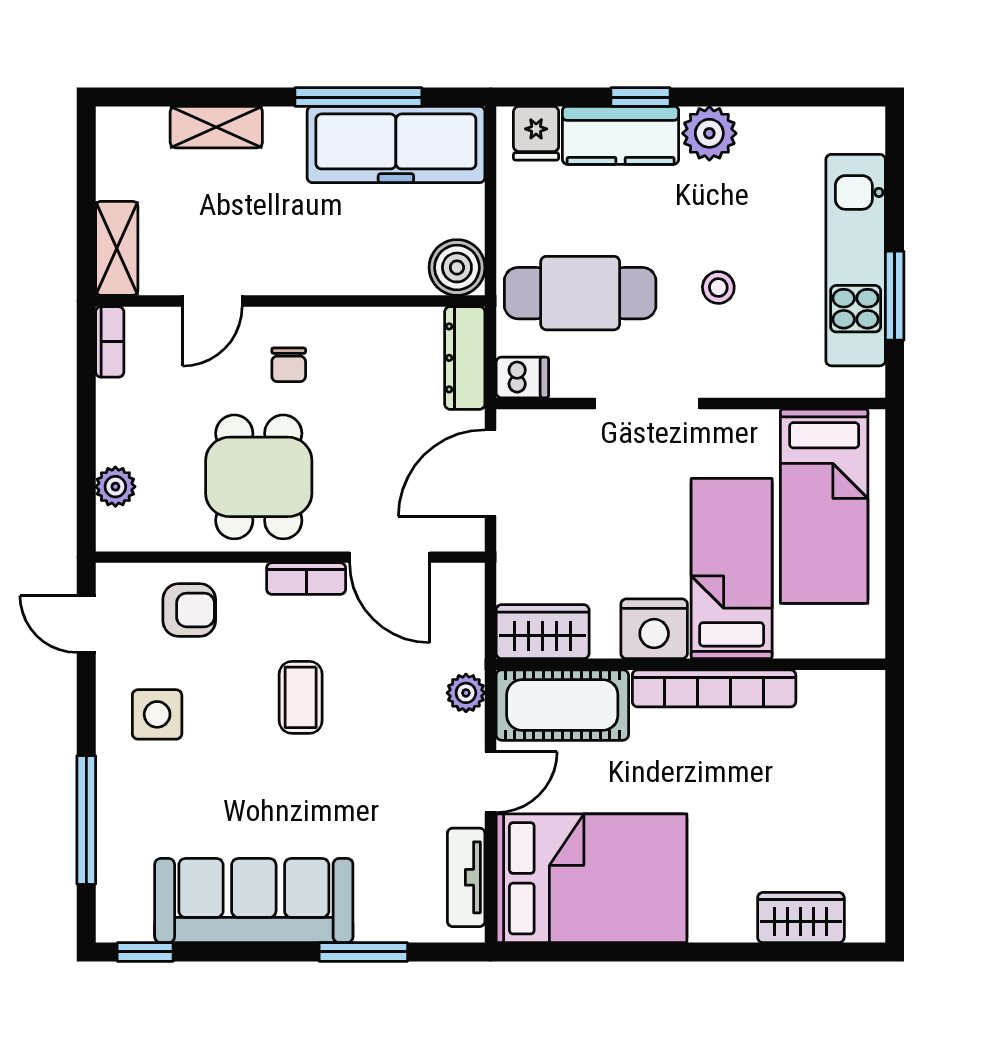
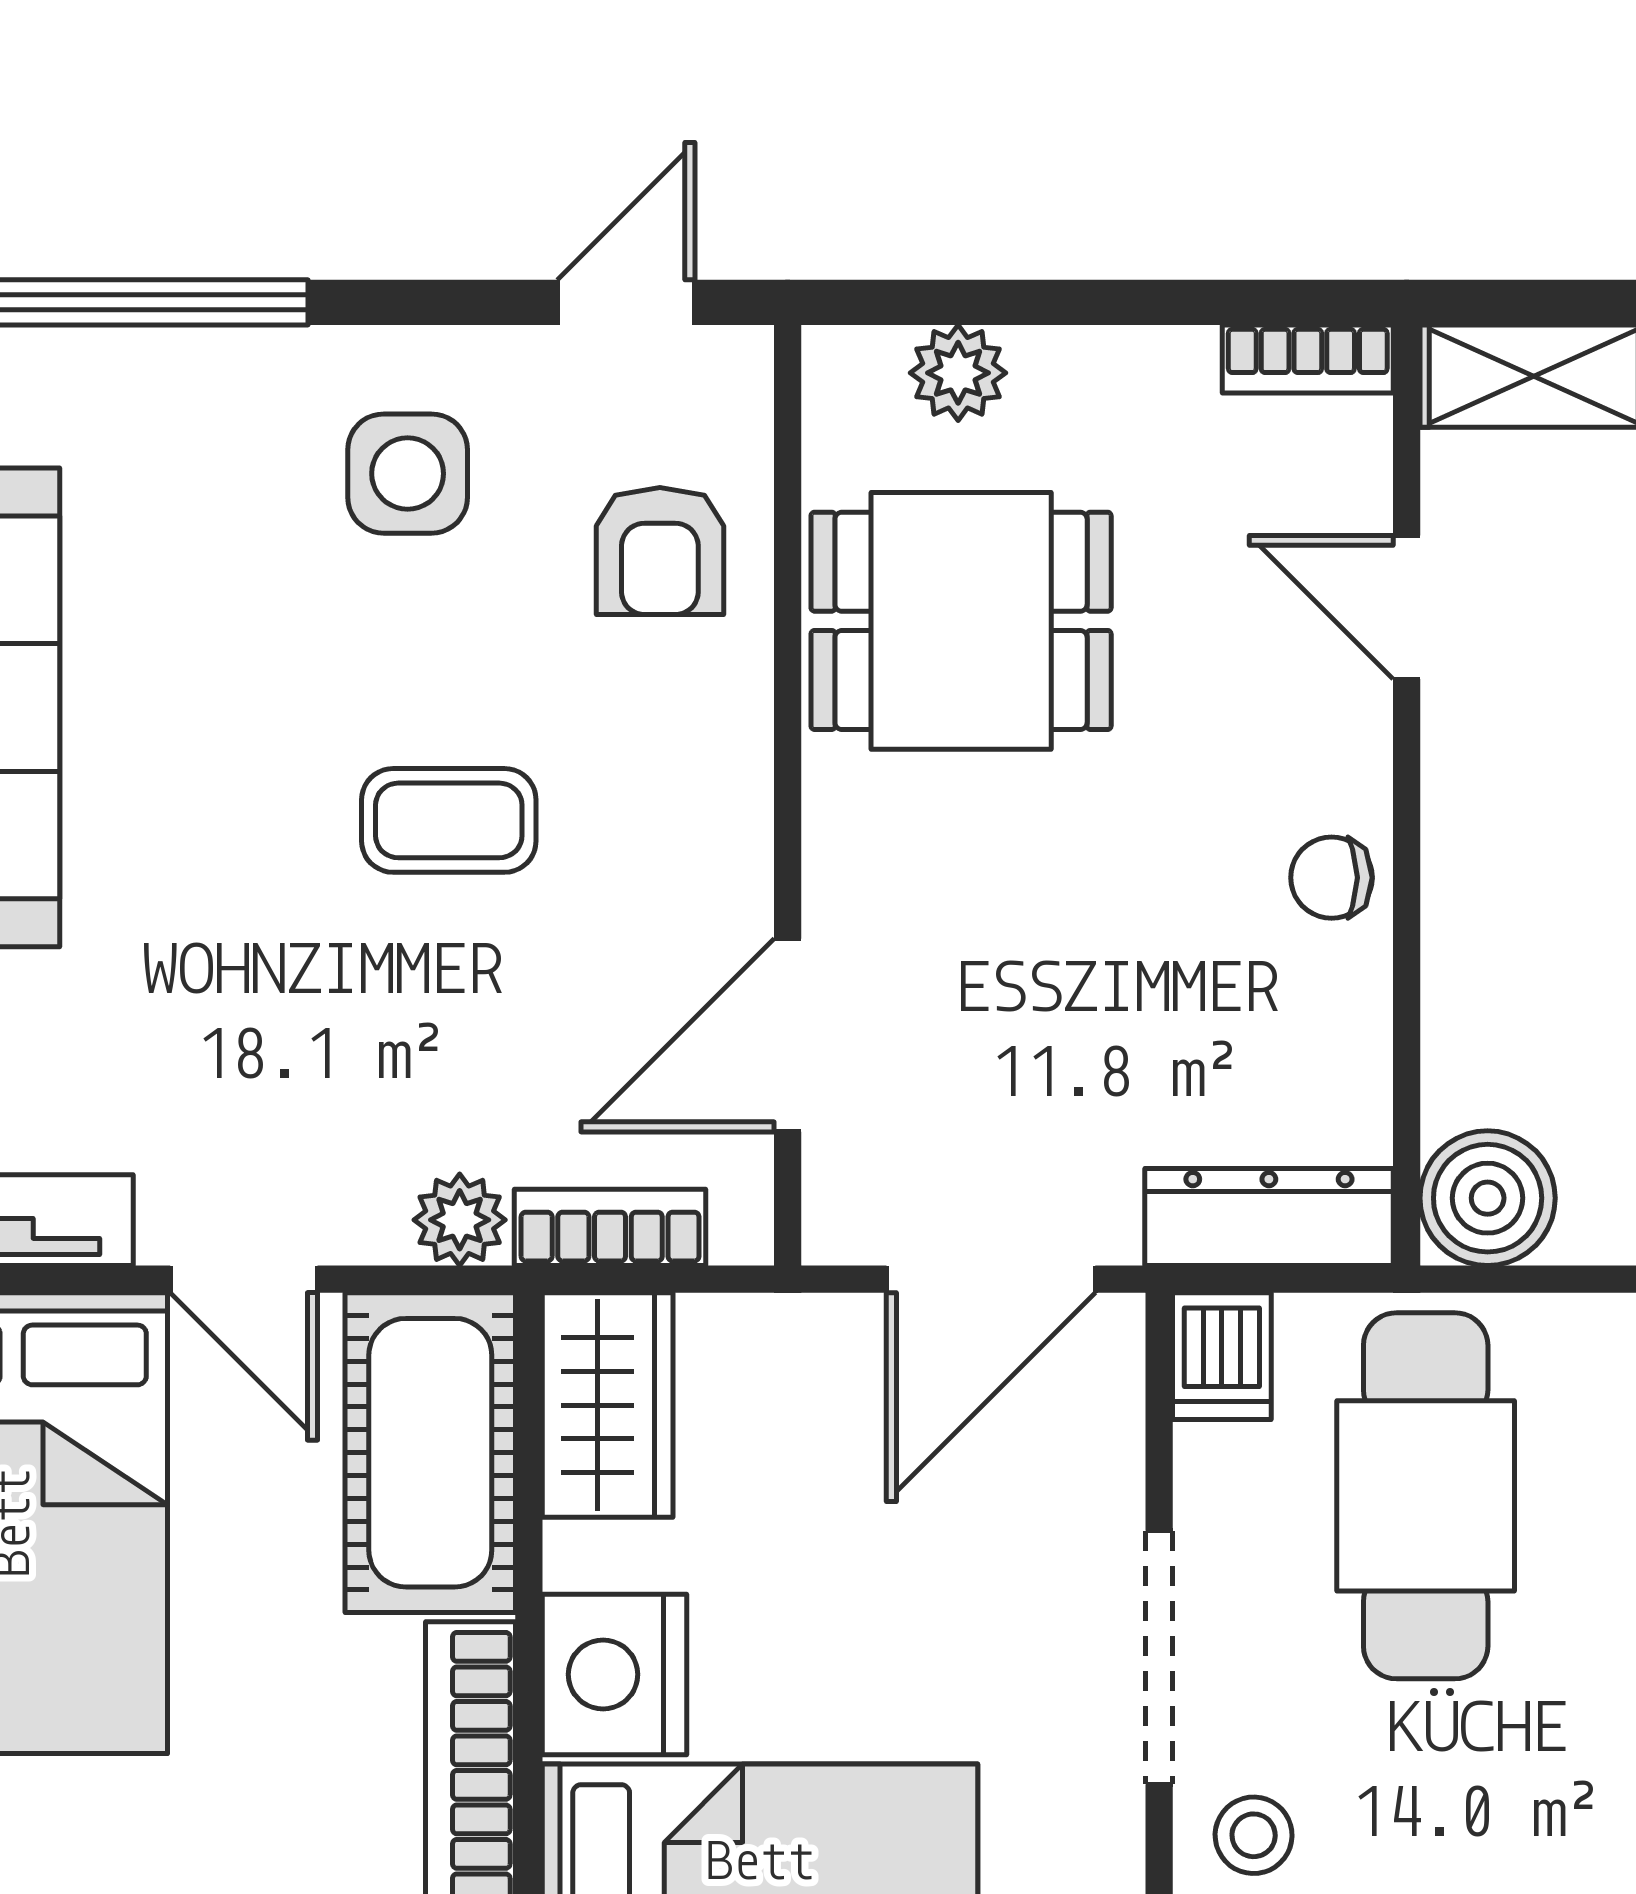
stool: (718, 287) -> (1254, 1835), moved
chair: (289, 365) -> (1332, 878), moved
door: (490, 473) -> (991, 1279), swing flipped
dining table: (259, 477) -> (961, 621), moved
bookcase: (306, 579) -> (610, 1227), moved, turned 90

